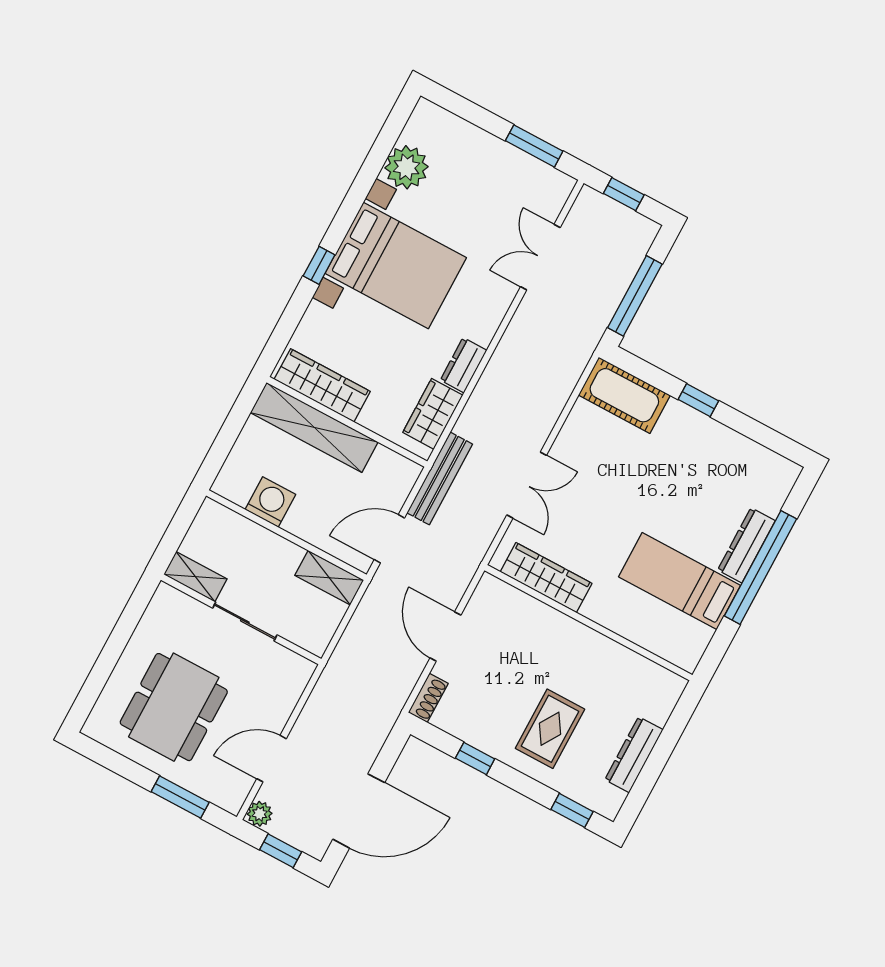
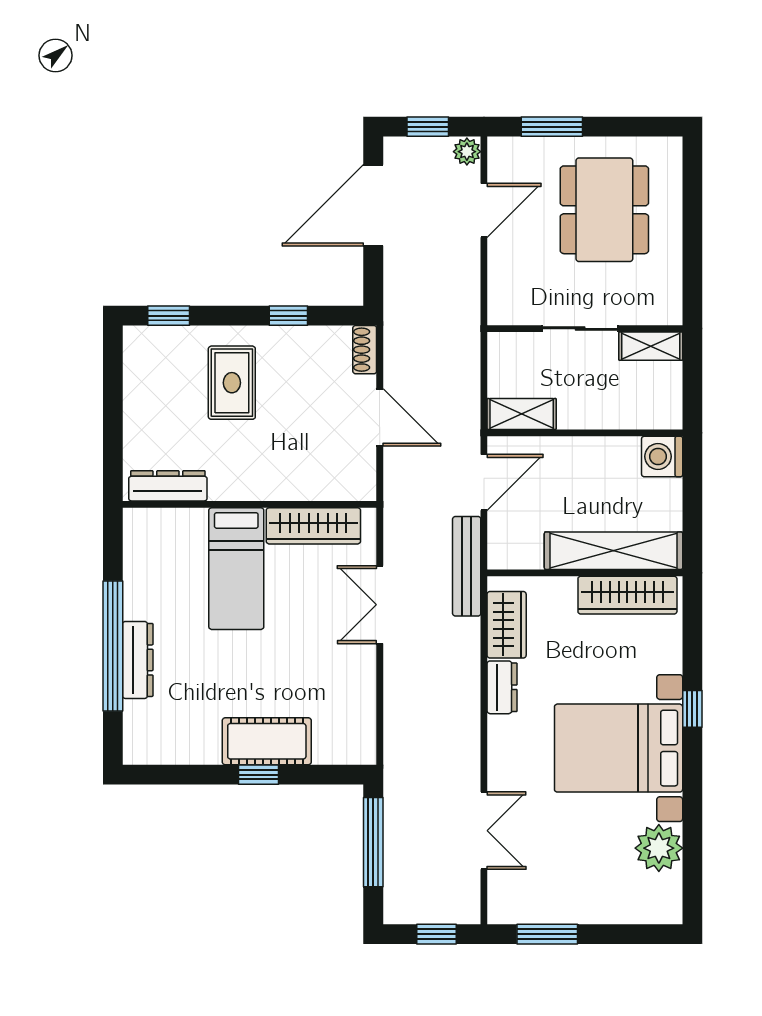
cot: (624, 395) -> (267, 741), moved
washing machine: (270, 502) -> (662, 456), moved, turned 90
bed: (680, 581) -> (236, 569), moved, turned 90
dresser: (634, 755) -> (168, 486), moved, turned -90

